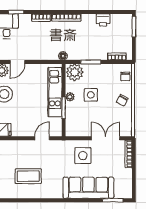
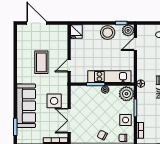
door: (17, 62) -> (135, 44), hinge flipped
side table: (91, 95) -> (126, 120), moved
door: (42, 138) -> (69, 65), swing flipped
double door: (106, 138) -> (69, 121), swing flipped
coffee table: (28, 176) -> (41, 62), moved

